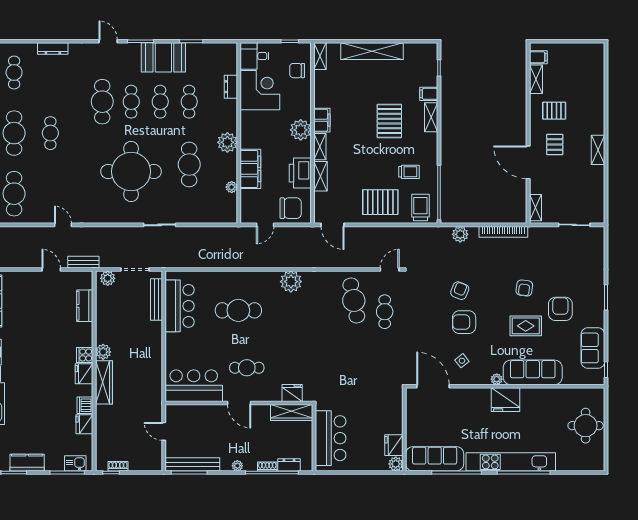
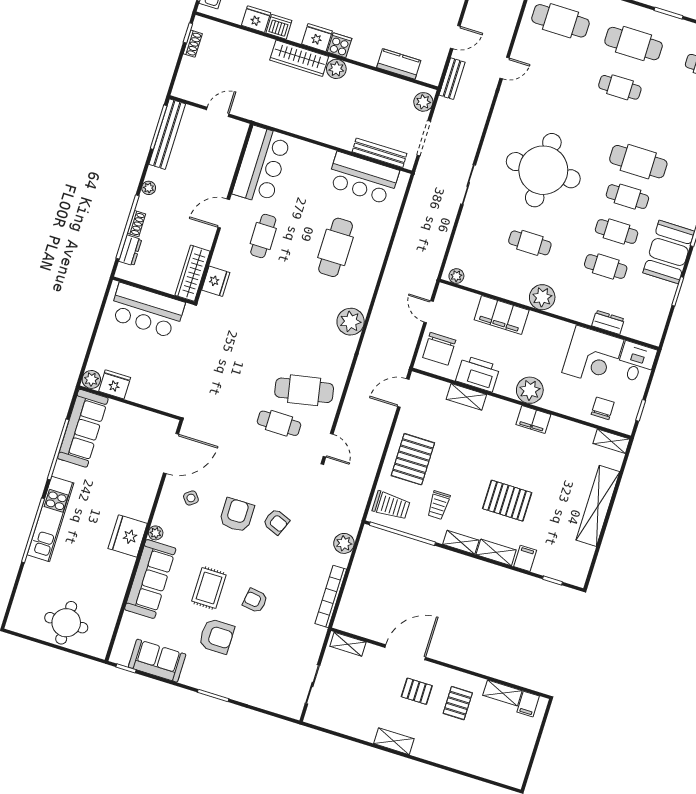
shelving: (320, 147) -> (461, 542), moved
cafe table: (189, 165) -> (530, 243), width x0.73, depth x0.74
plant: (232, 187) -> (456, 276), moved
kitchen unit: (511, 462) -> (51, 519), width x0.73

